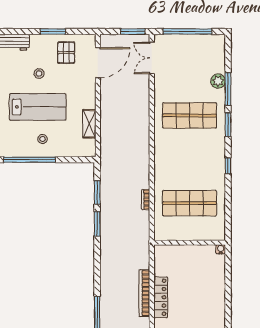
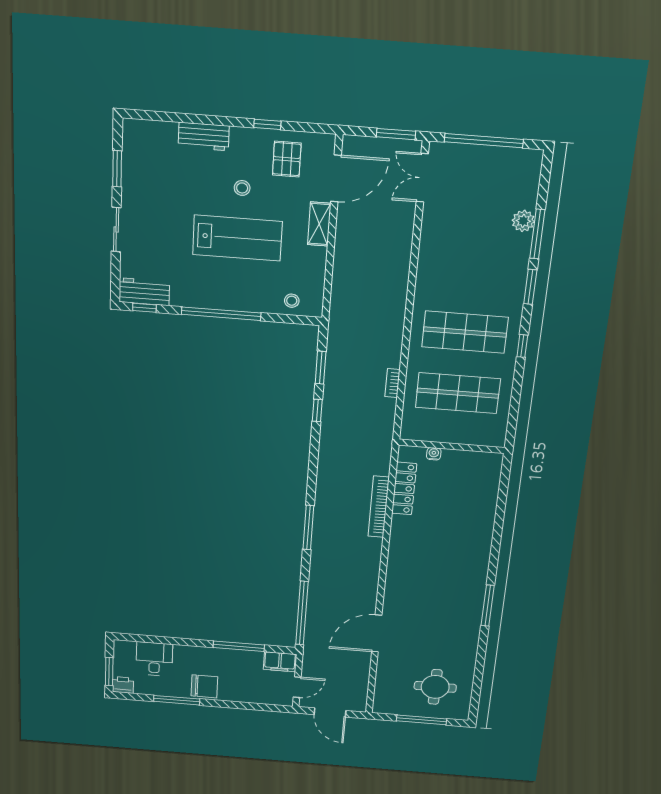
window: (53, 32) -> (267, 124), width x0.67
shop shelf: (190, 115) -> (465, 332), moved
shelving: (89, 124) -> (319, 224), moved
stool: (43, 139) -> (292, 301), moved
window: (97, 224) -> (317, 410), width x0.67
water cooler: (221, 249) -> (434, 454), moved
locker: (161, 297) -> (404, 489), moved

